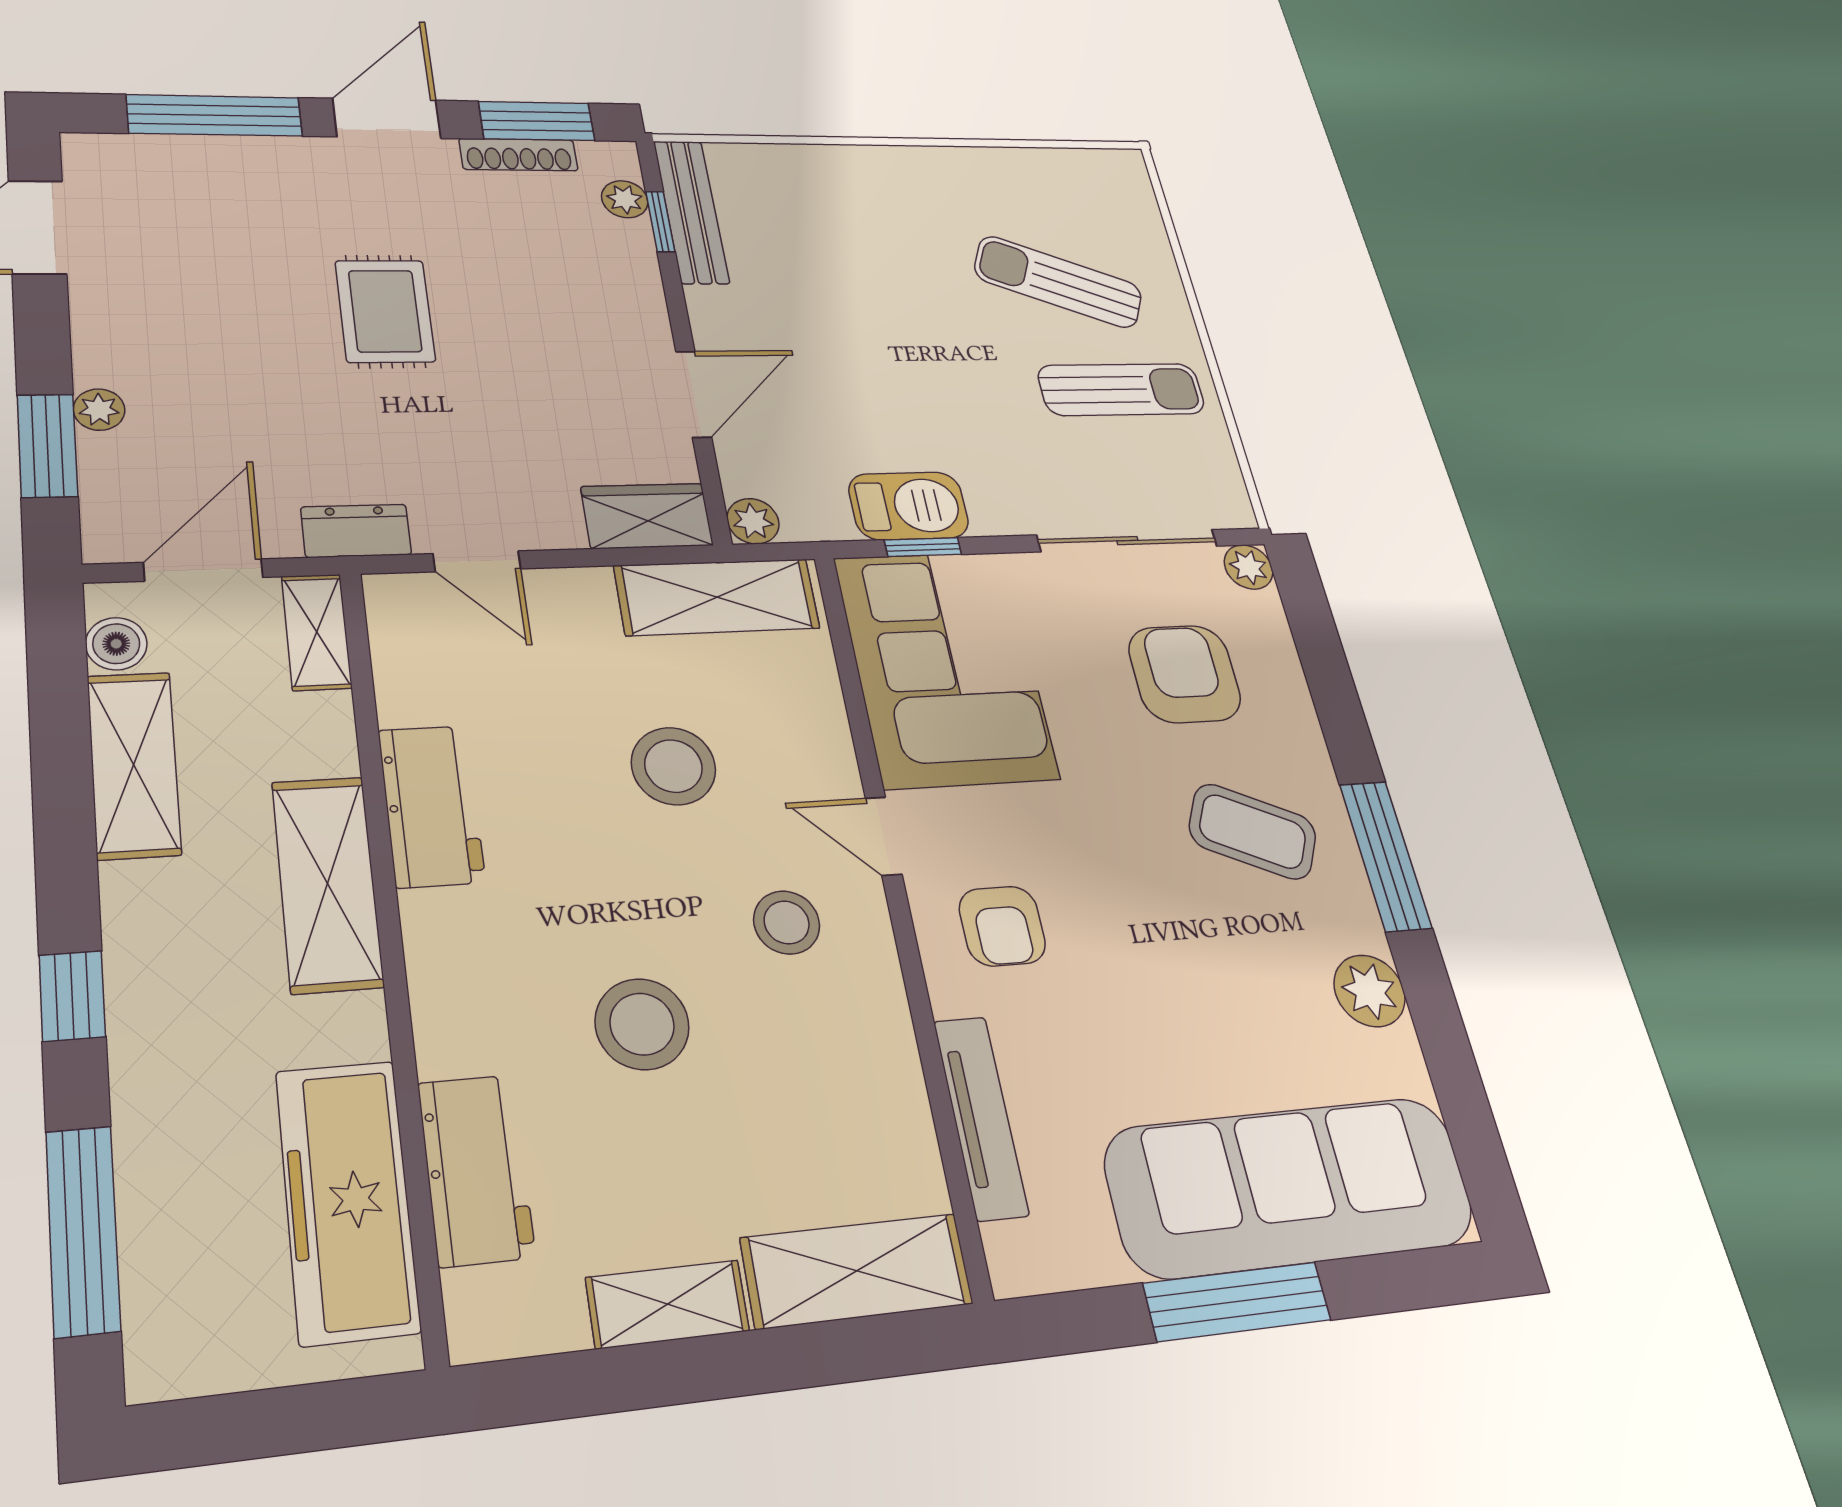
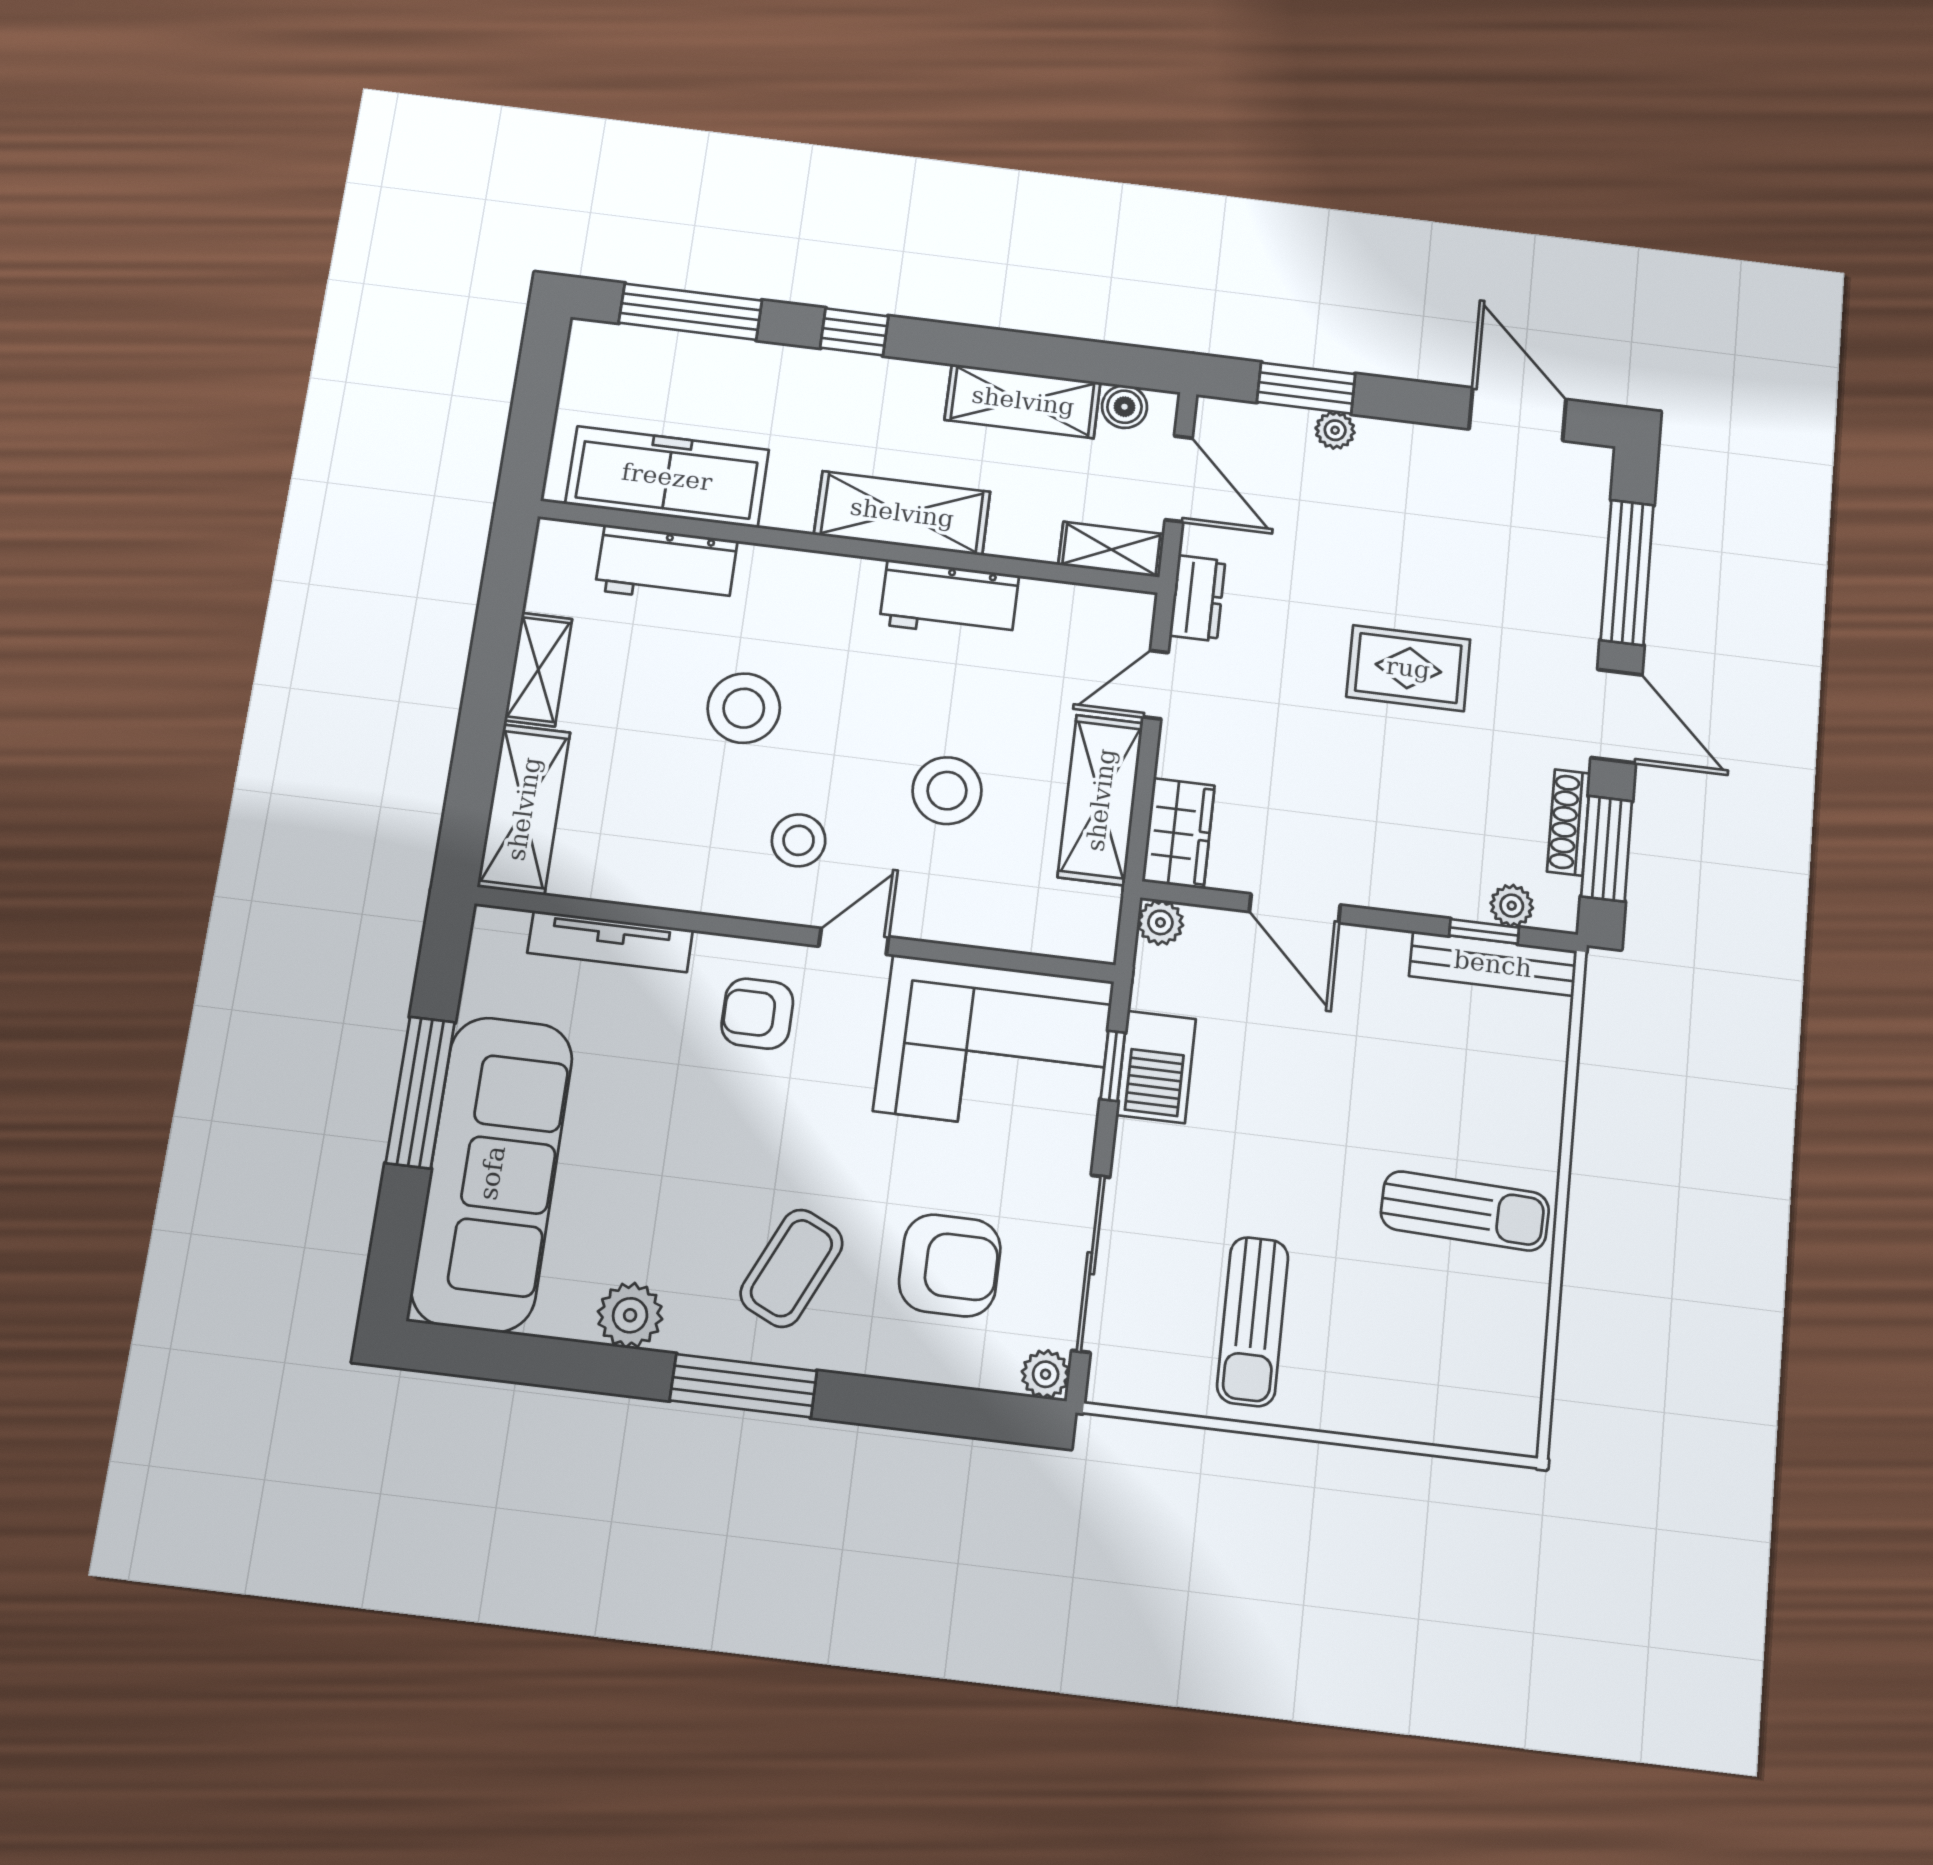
sun lounger: (1058, 282) -> (1465, 1211), moved, turned 69
shelving: (717, 597) -> (1101, 800), moved

